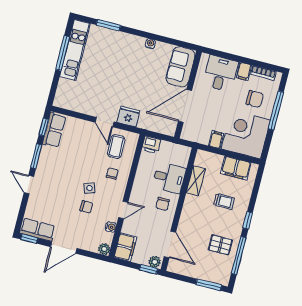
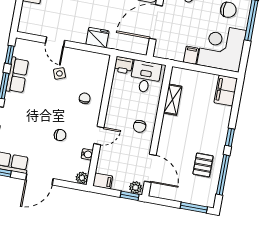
door: (105, 122) -> (55, 42), moved
row of seats: (54, 130) -> (17, 75), moved
coffee table: (116, 147) -> (87, 70), removed
filing cabinet: (236, 168) -> (226, 91), moved, turned 90
desk: (169, 178) -> (145, 77), moved, turned -90
side table: (89, 188) -> (59, 73), moved
trolley: (224, 201) -> (204, 119), removed
pallet: (220, 245) -> (203, 165), turned 90
filing cabinet: (125, 247) -> (103, 181), width x0.50

